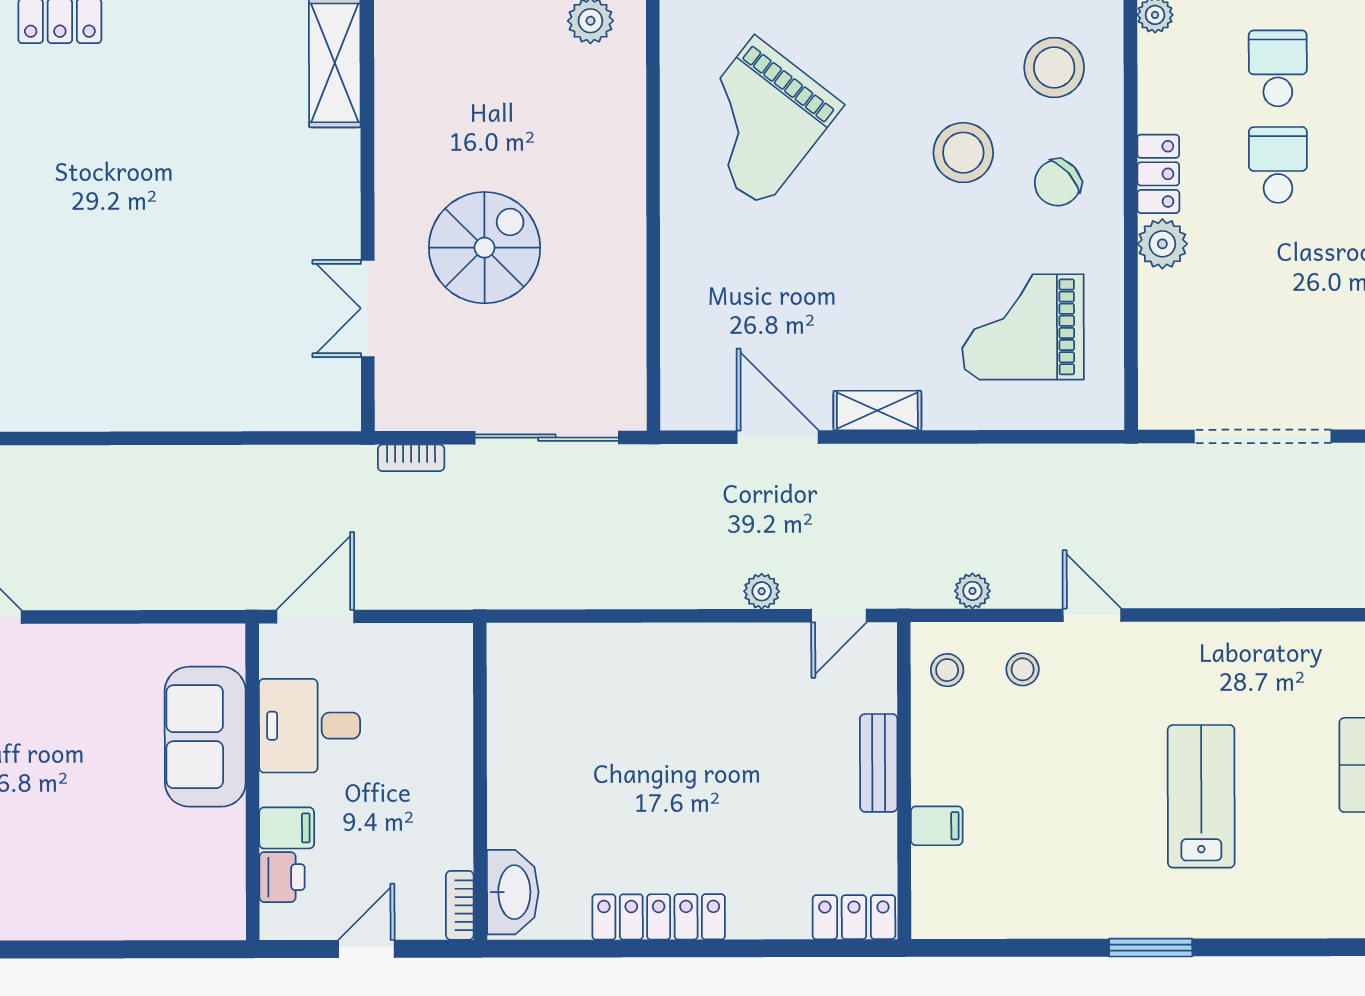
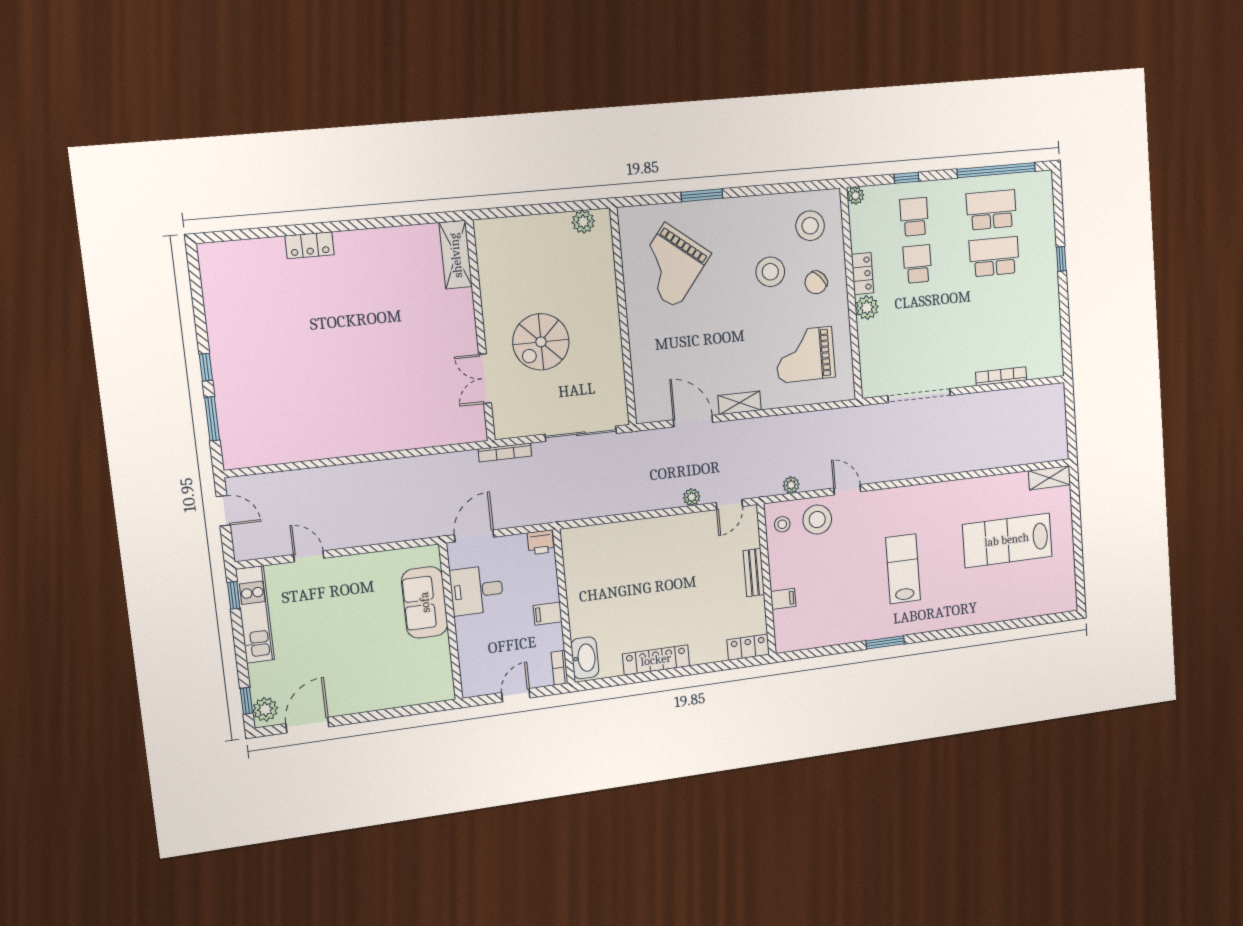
spiral stairs: (485, 248) -> (541, 342), turned 180
bookcase: (411, 458) -> (505, 452), width x1.56
stool: (1023, 669) -> (817, 520), width x1.89, depth x1.89
filing cabinet: (287, 828) -> (548, 614), moved, turned 180
printer: (282, 877) -> (541, 542), moved, turned 90

